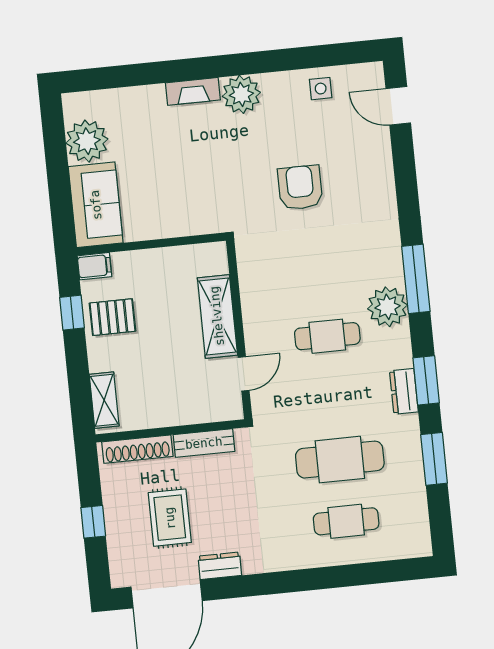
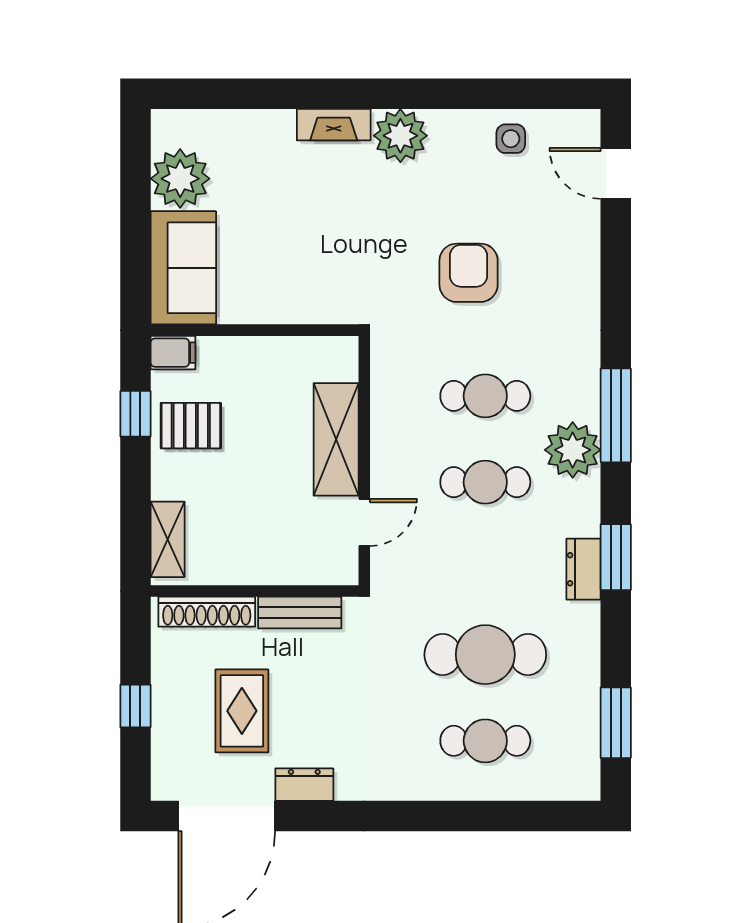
cafe table: (321, 274) -> (485, 396), added
window: (434, 459) -> (616, 723), moved

